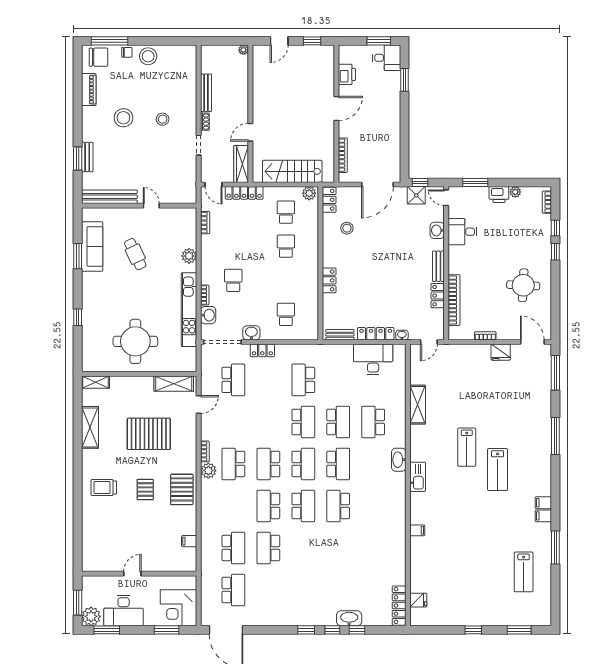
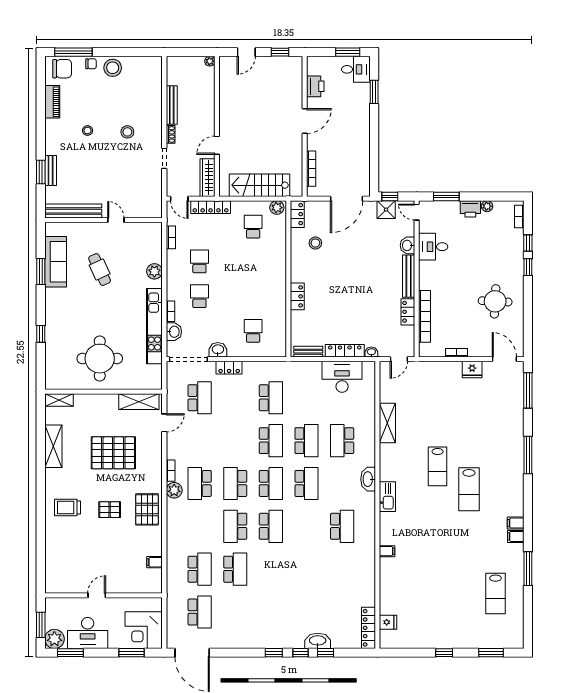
stool: (123, 118) -> (88, 130), width x0.53, depth x0.53
school desk: (286, 246) -> (199, 261), moved
bench: (438, 266) -> (409, 276), width x1.36
school desk: (303, 380) -> (271, 398), turned 180
pallet: (145, 489) -> (110, 510), turned 90
school desk: (338, 506) -> (342, 526), moved, turned 180
school desk: (268, 548) -> (235, 569), turned 180

